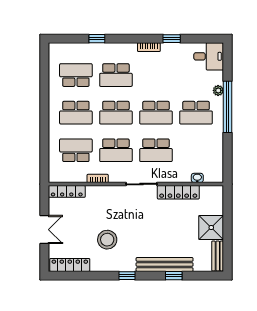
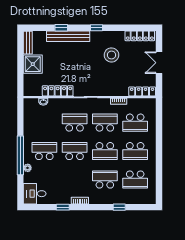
school desk: (76, 113) -> (135, 151), turned 180
school desk: (116, 113) -> (105, 151), turned 180

